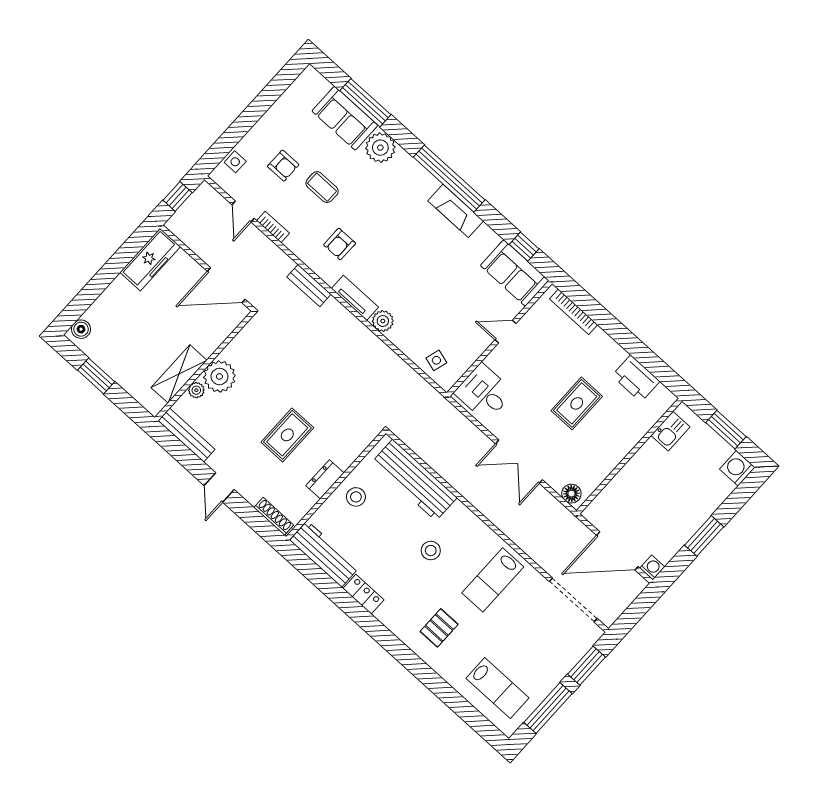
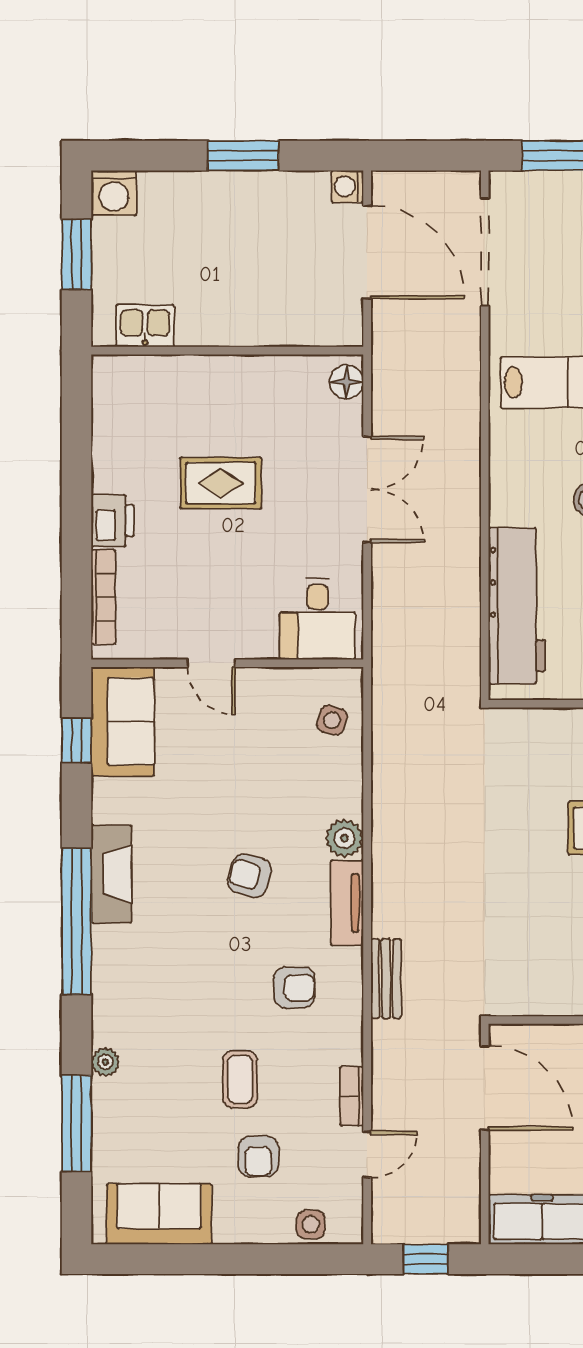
sofa: (345, 118) -> (159, 1214), moved, turned -90
plant: (380, 148) -> (105, 1062), width x0.53, depth x0.53
armchair: (283, 166) -> (258, 1156), turned 180
armchair: (403, 268) -> (249, 876), added
printer: (636, 378) -> (113, 521), moved, width x0.73, depth x0.84

